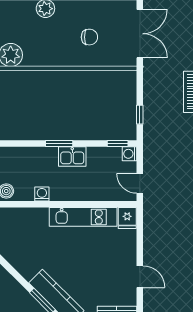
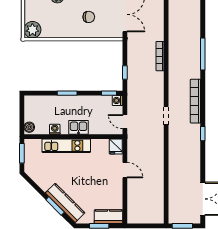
kitchen sink: (72, 157) -> (78, 127), moved, turned 180
kitchen unit: (83, 217) -> (66, 146), moved
door: (140, 277) -> (125, 170), moved

